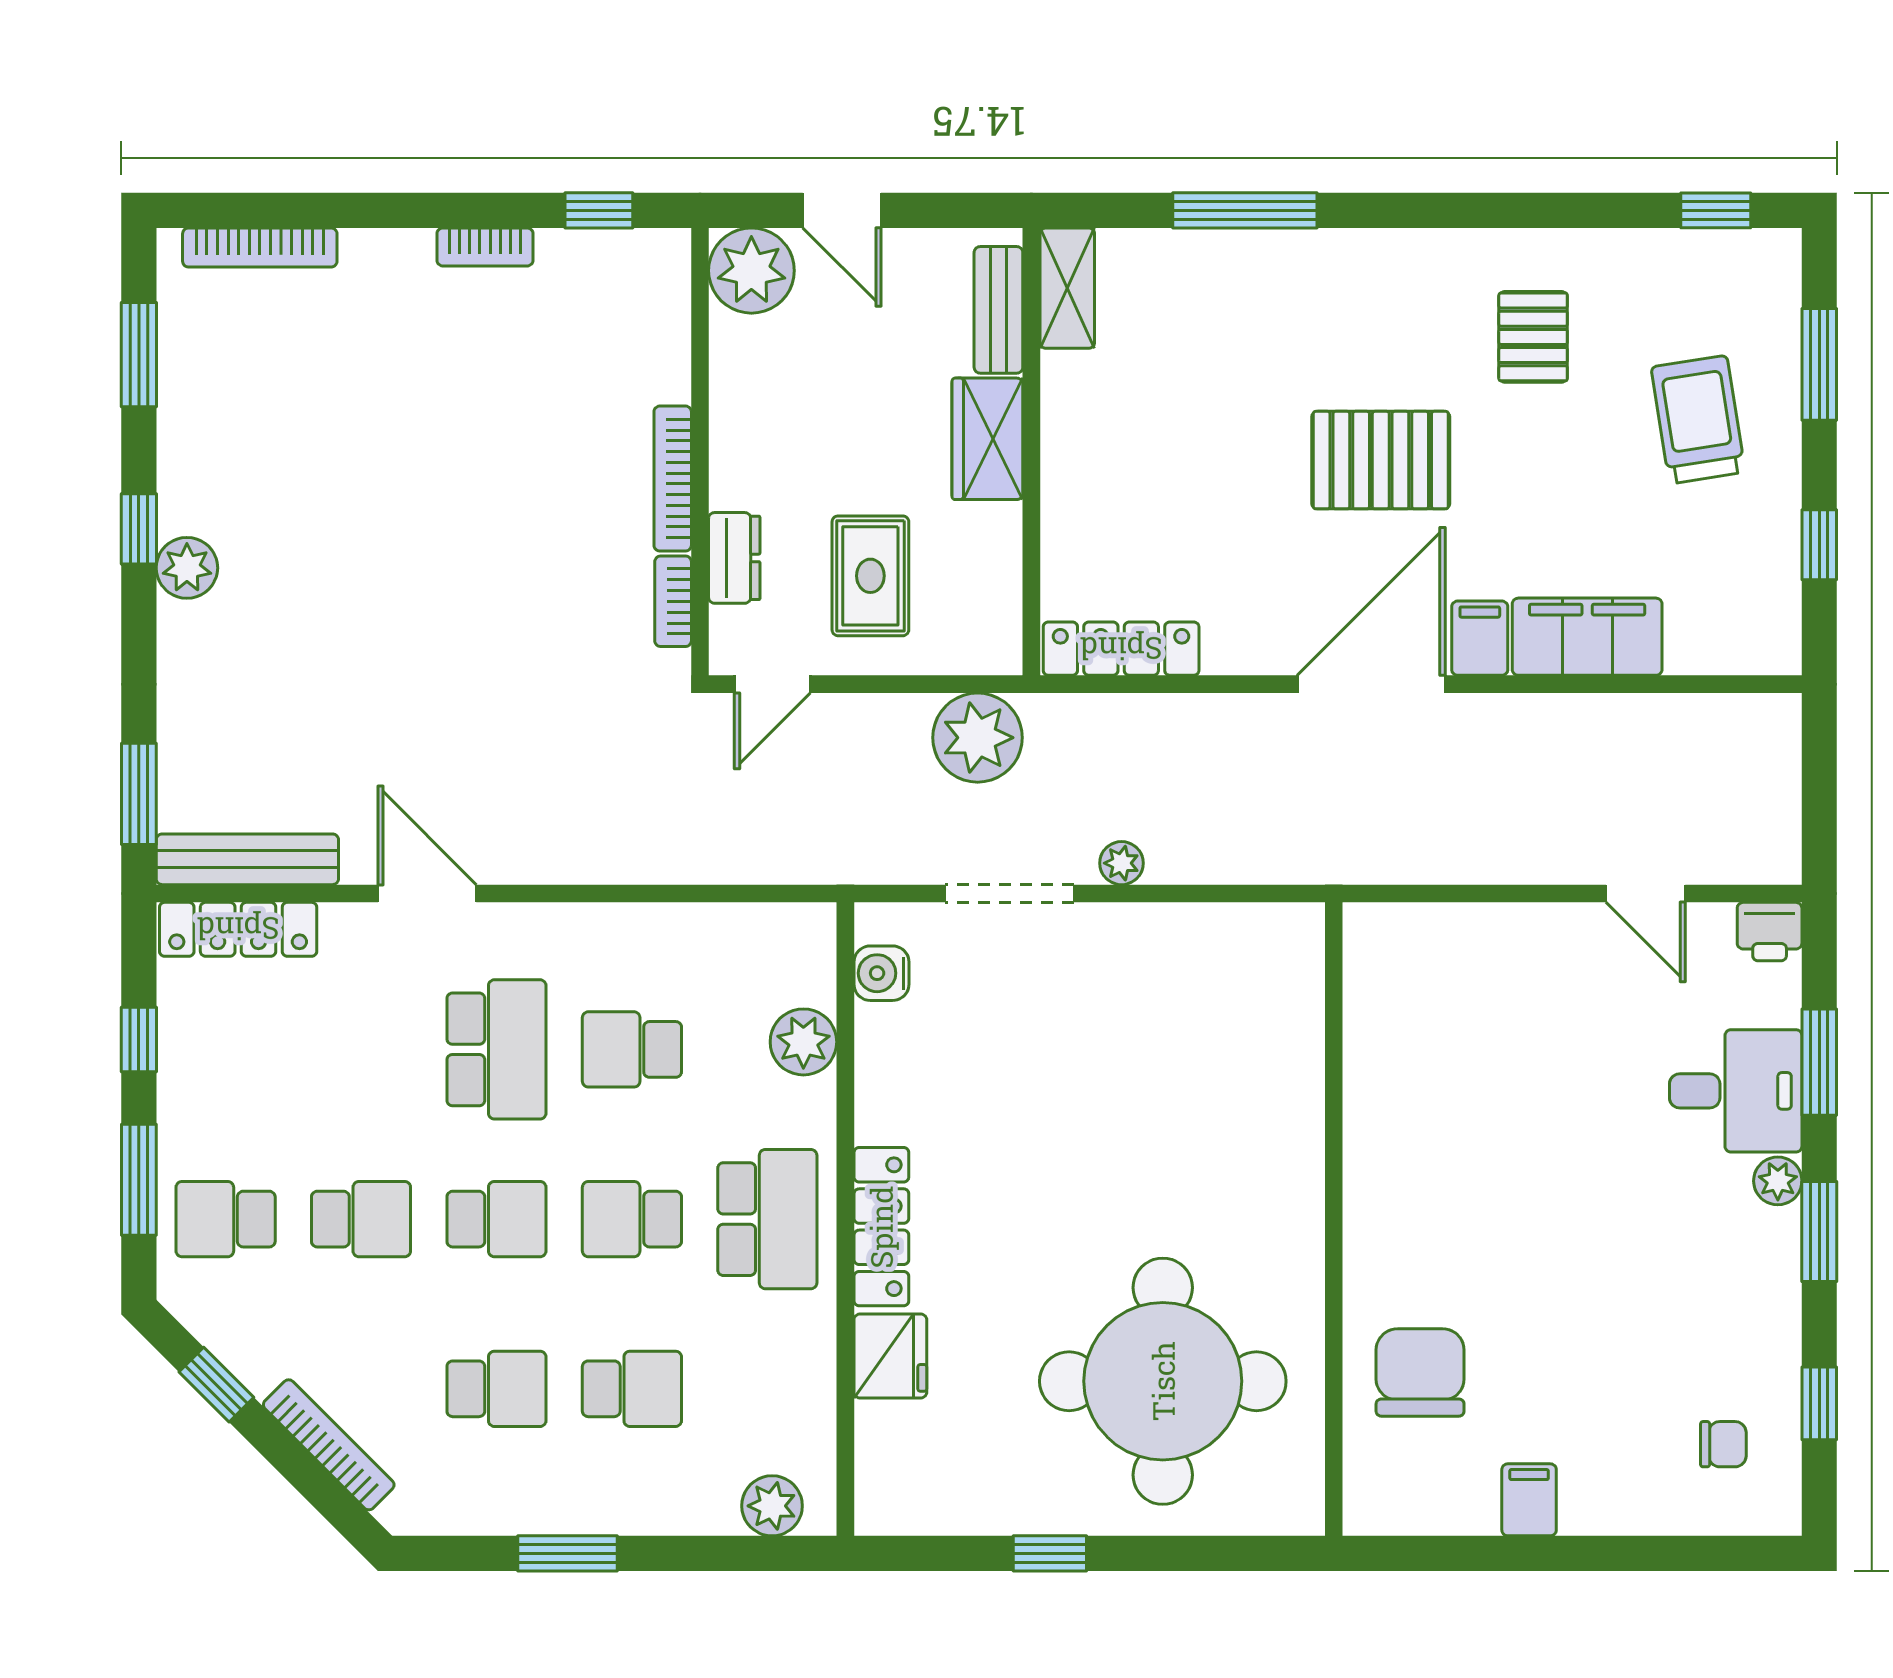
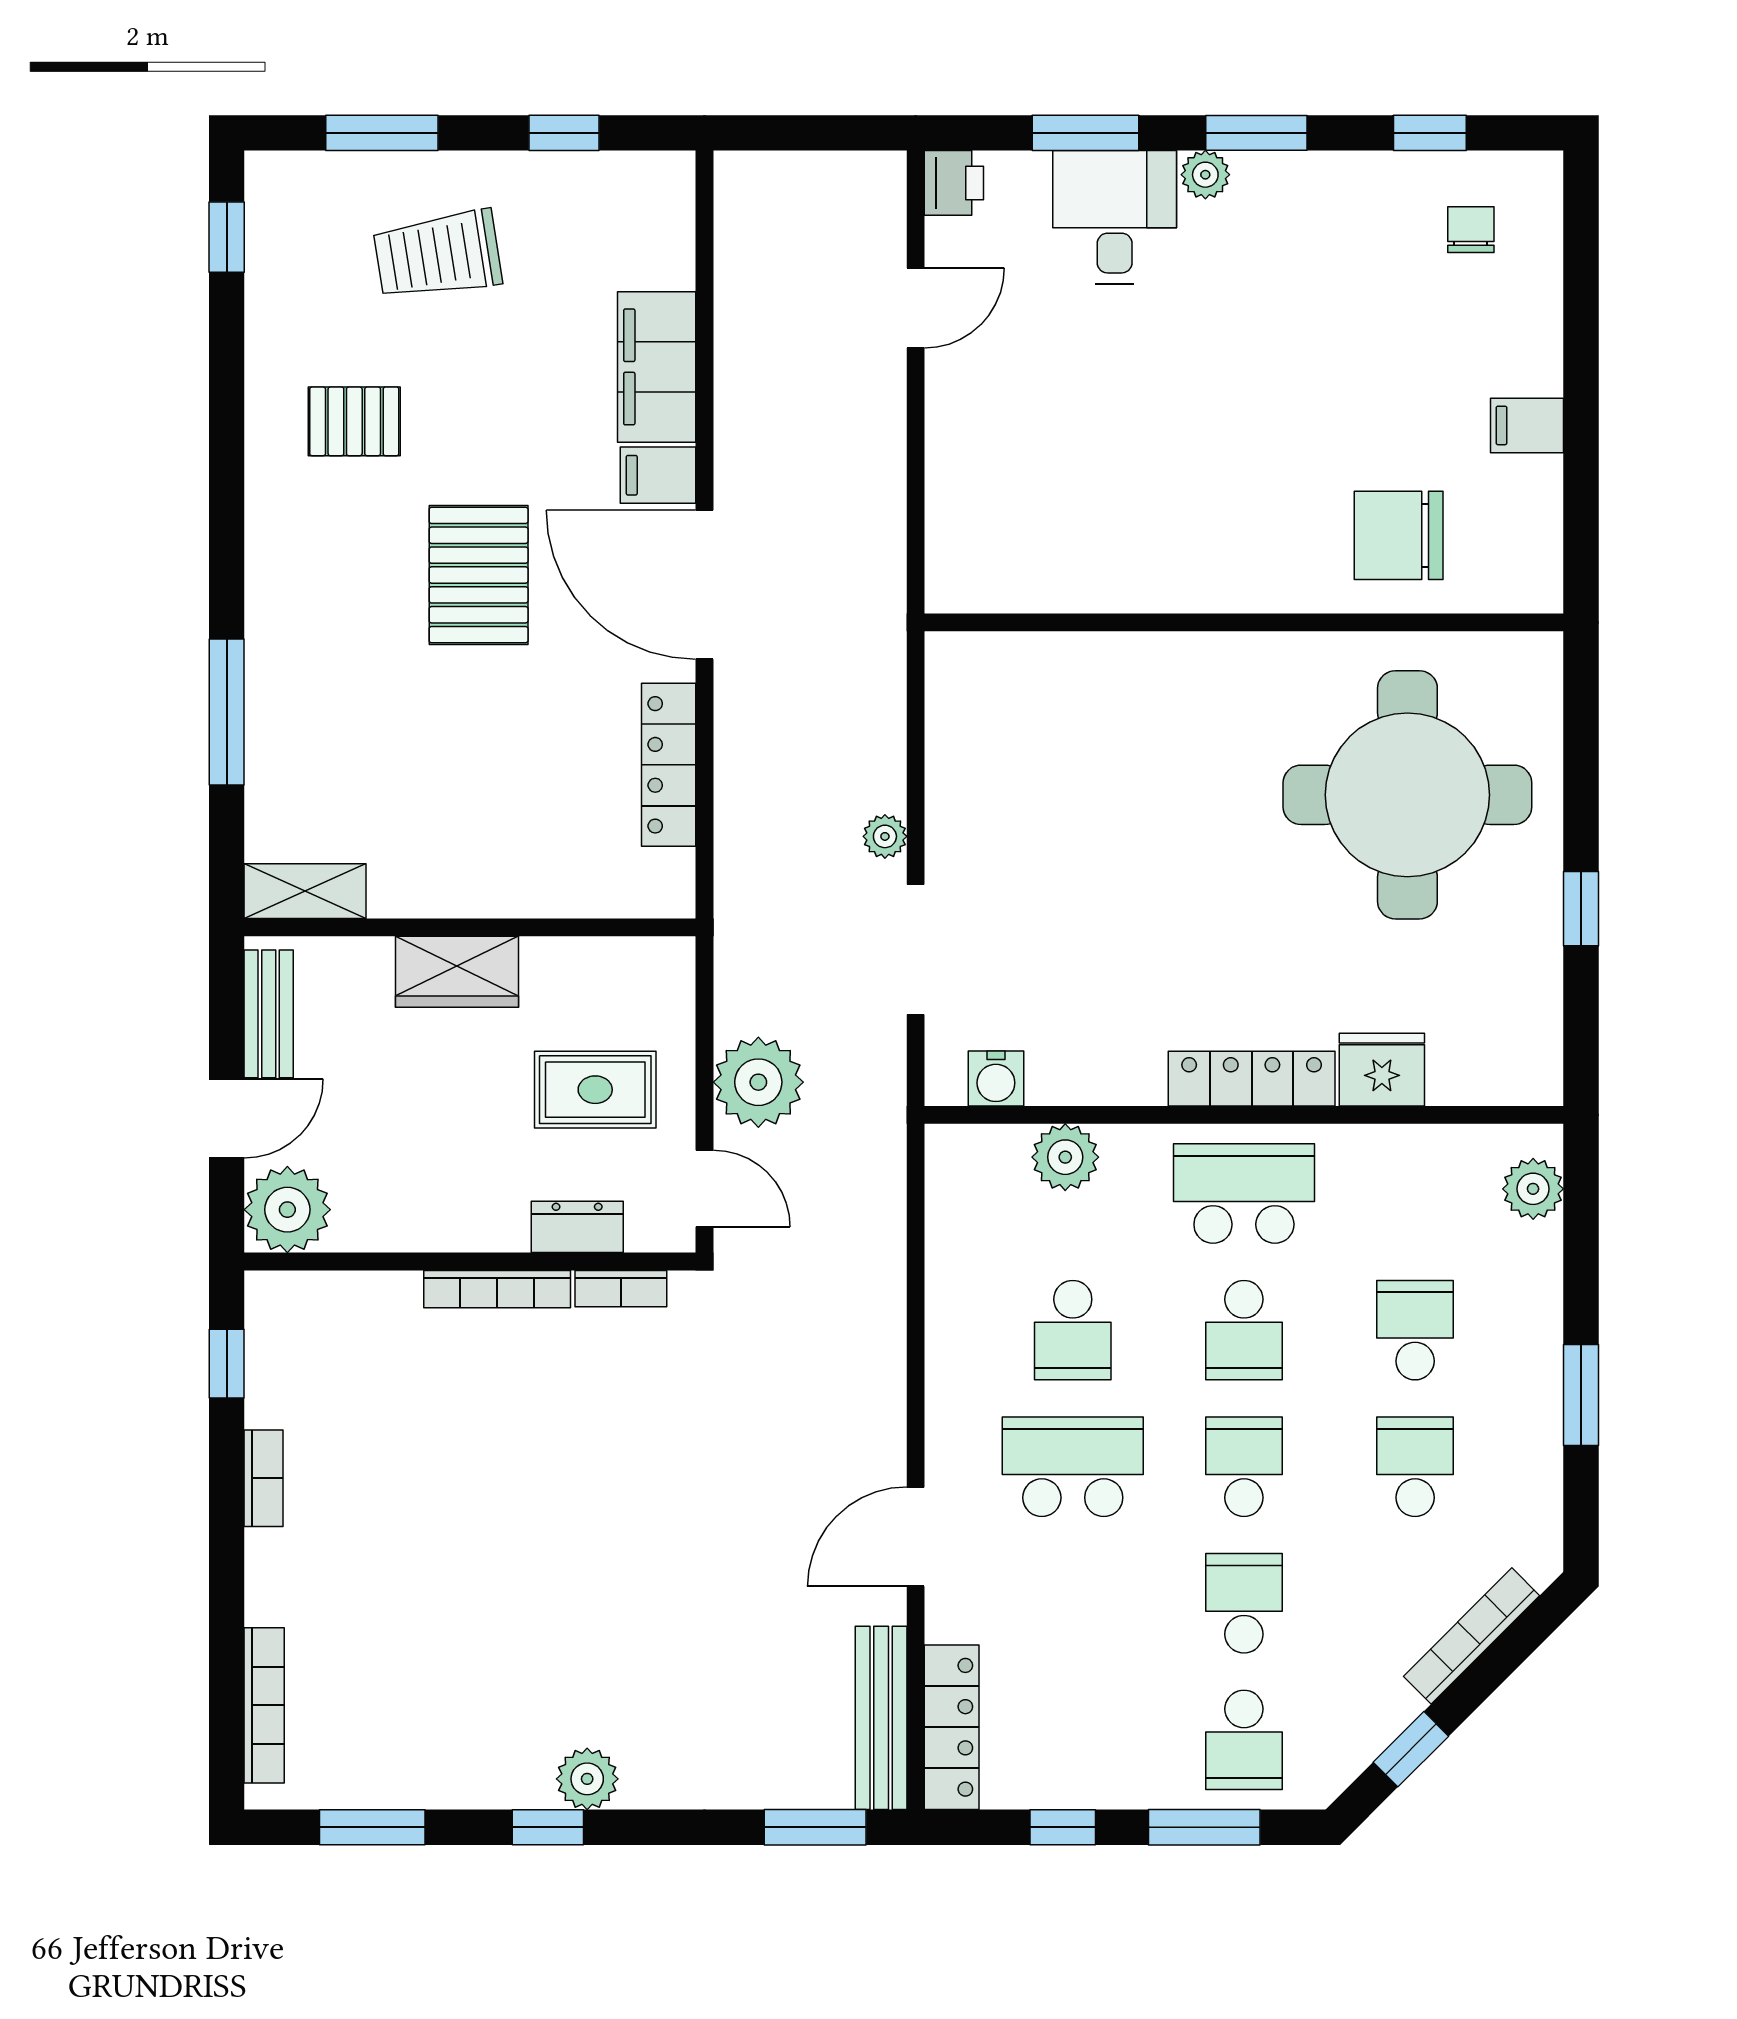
bench: (998, 310) -> (269, 1014), moved, turned 90
locker: (1121, 649) -> (669, 765), moved
plant: (978, 738) -> (758, 1082), moved

